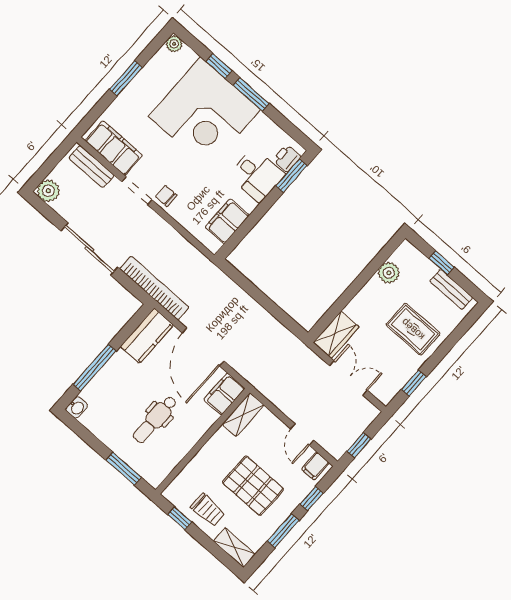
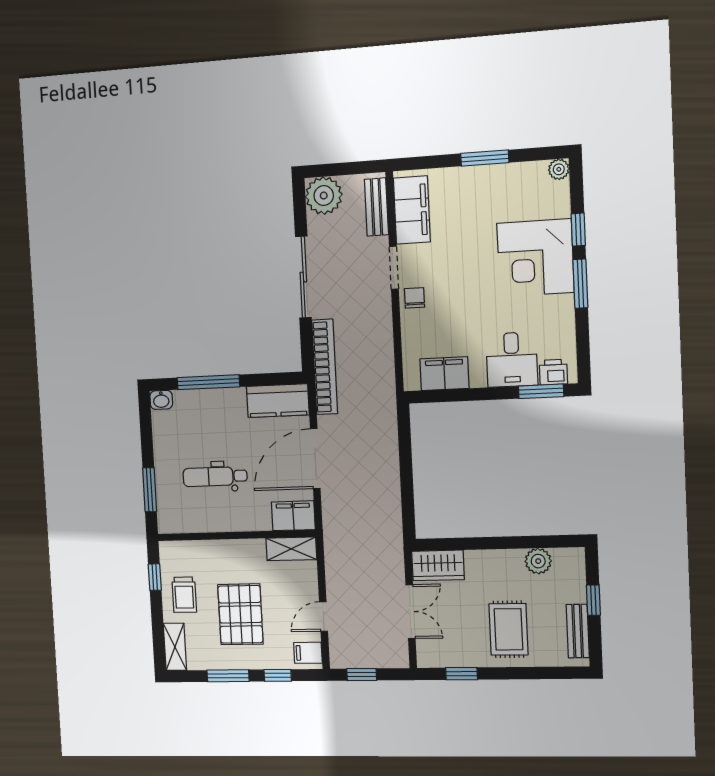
corner desk: (204, 113) -> (535, 258), width x0.74, depth x0.74
plant: (48, 191) -> (324, 196), width x1.36, depth x1.36

